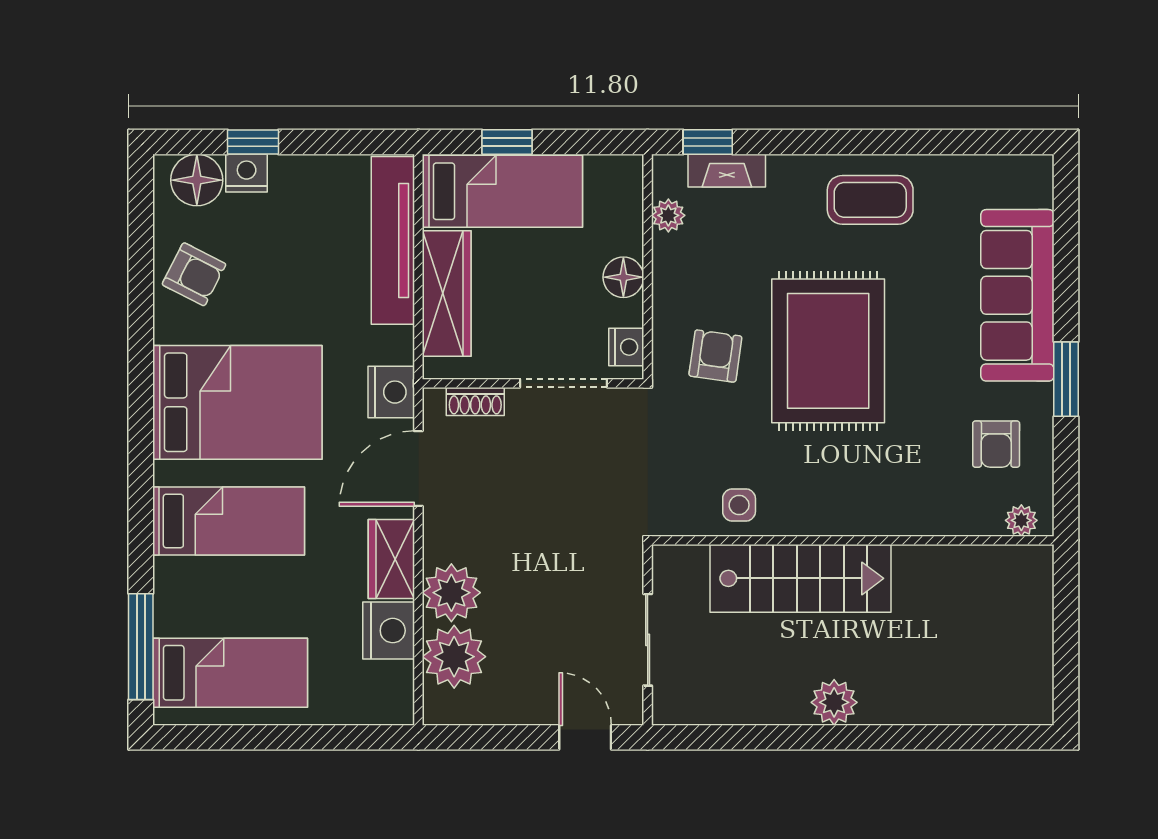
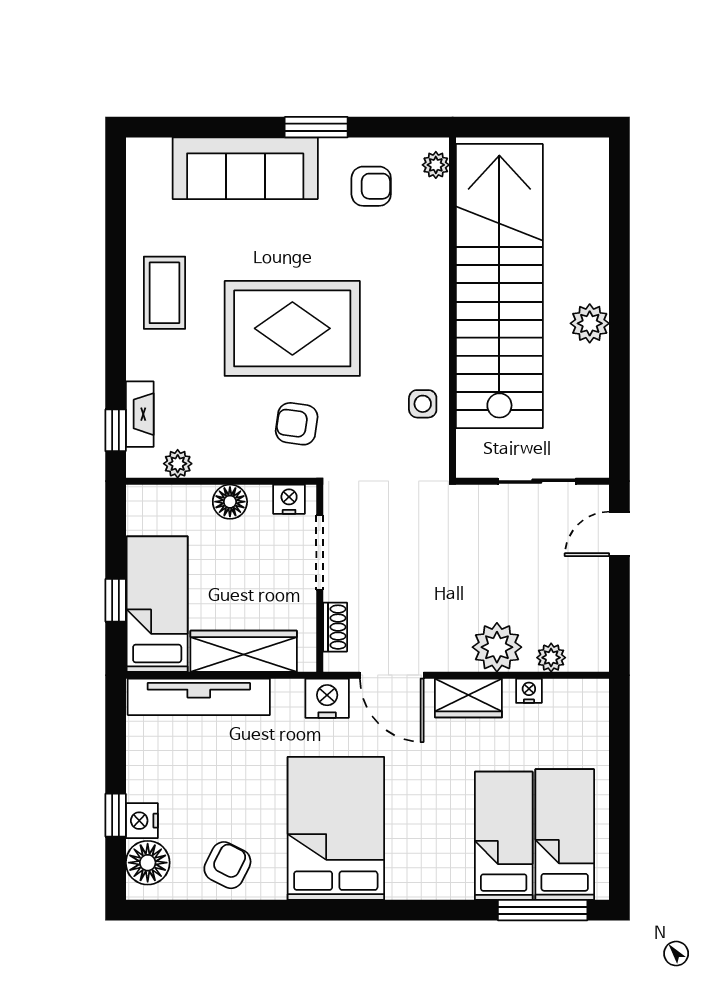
bed: (229, 521) -> (504, 836), moved
stairs: (801, 578) -> (499, 286), width x1.86, depth x1.51
nightstand: (389, 631) -> (529, 691), width x0.53, depth x0.56
plant: (454, 657) -> (551, 658), width x0.53, depth x0.53

